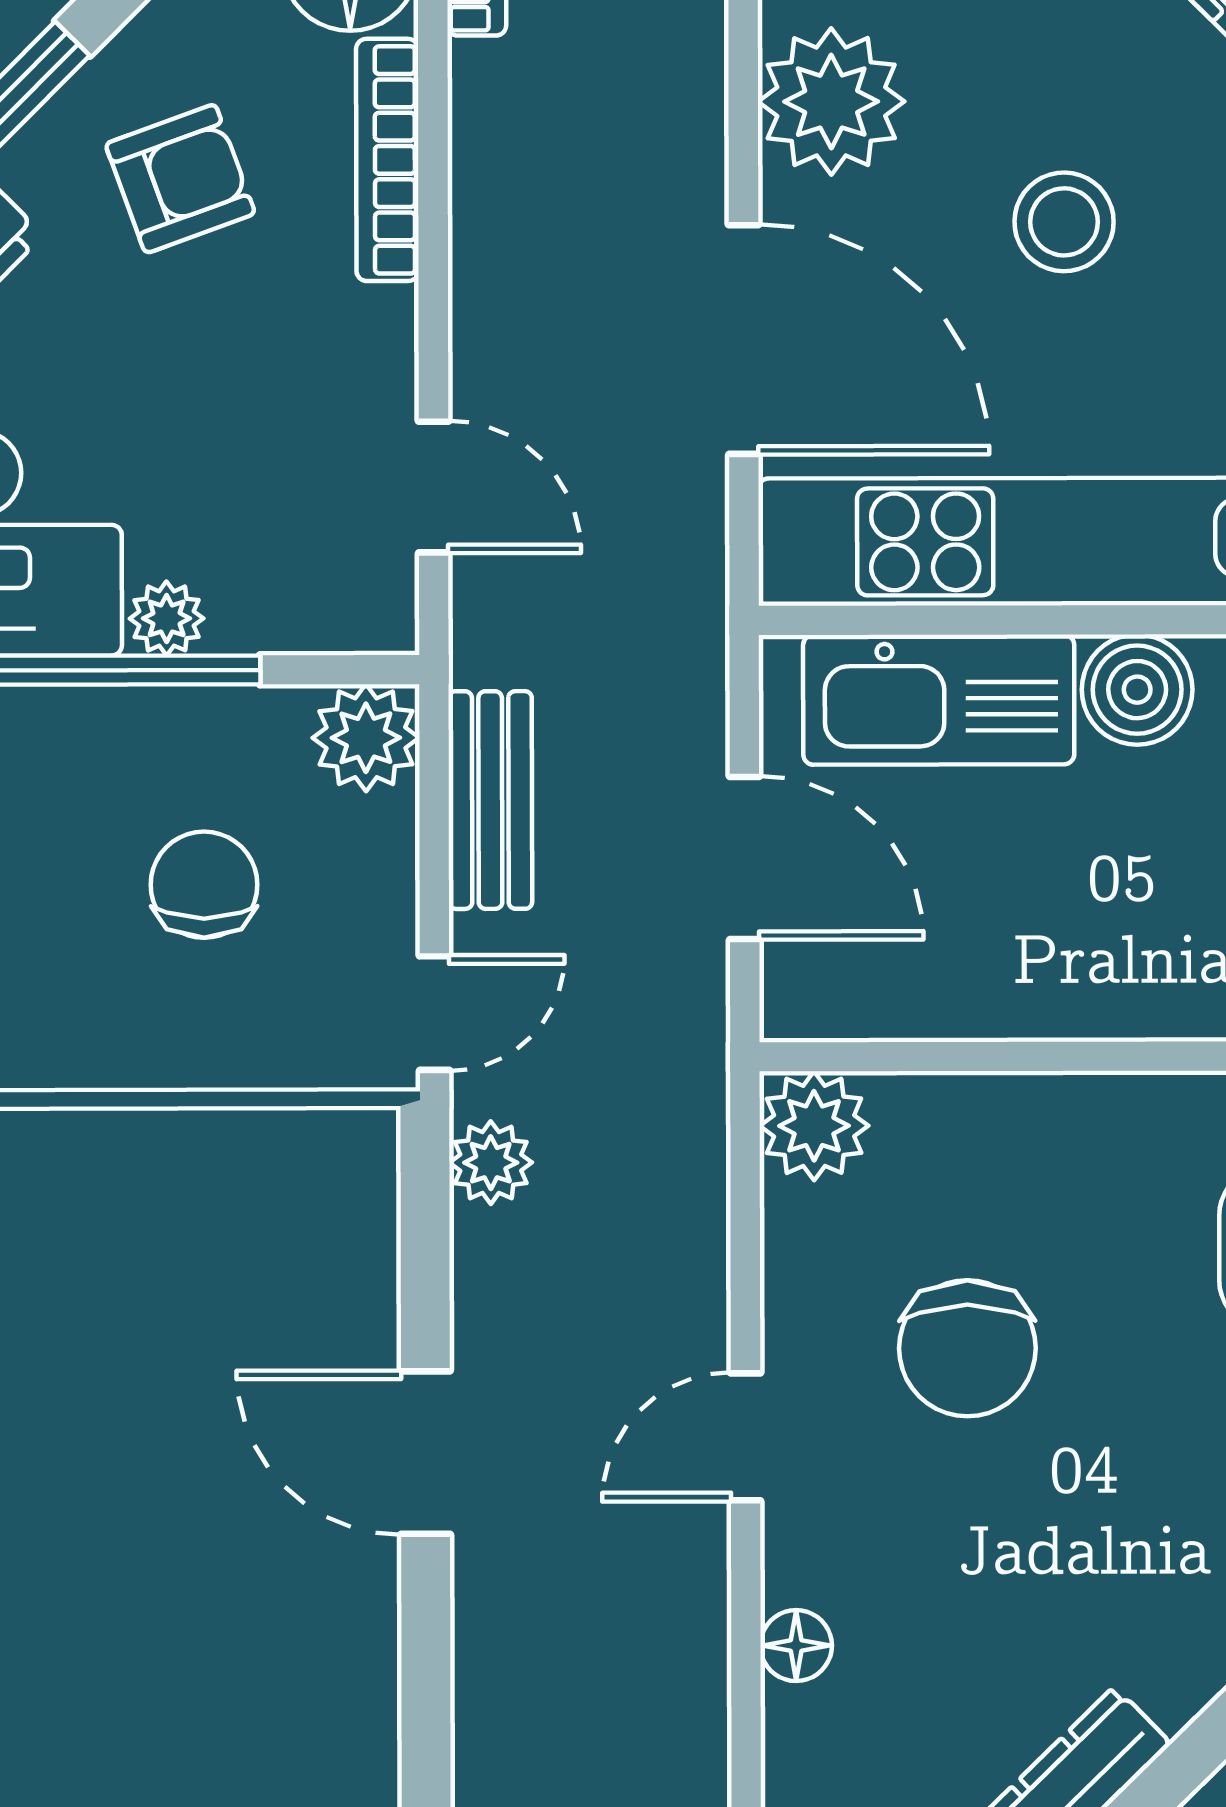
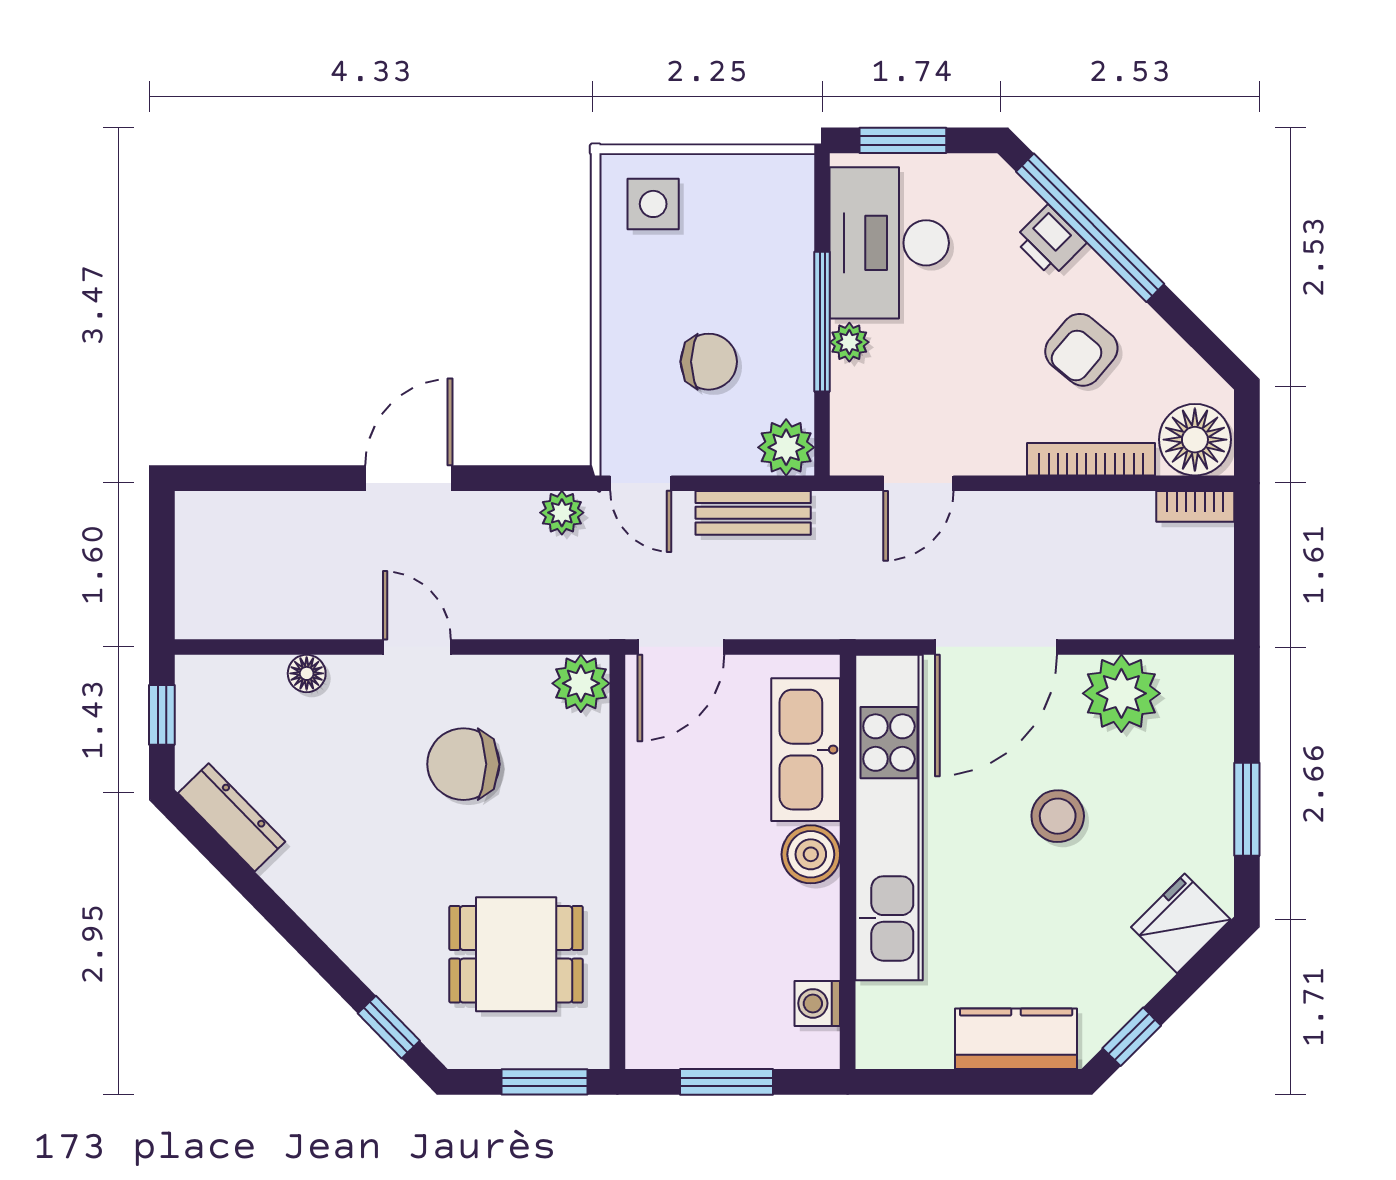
armchair: (180, 179) -> (1081, 350), turned 60
door: (745, 858) -> (681, 647), moved

